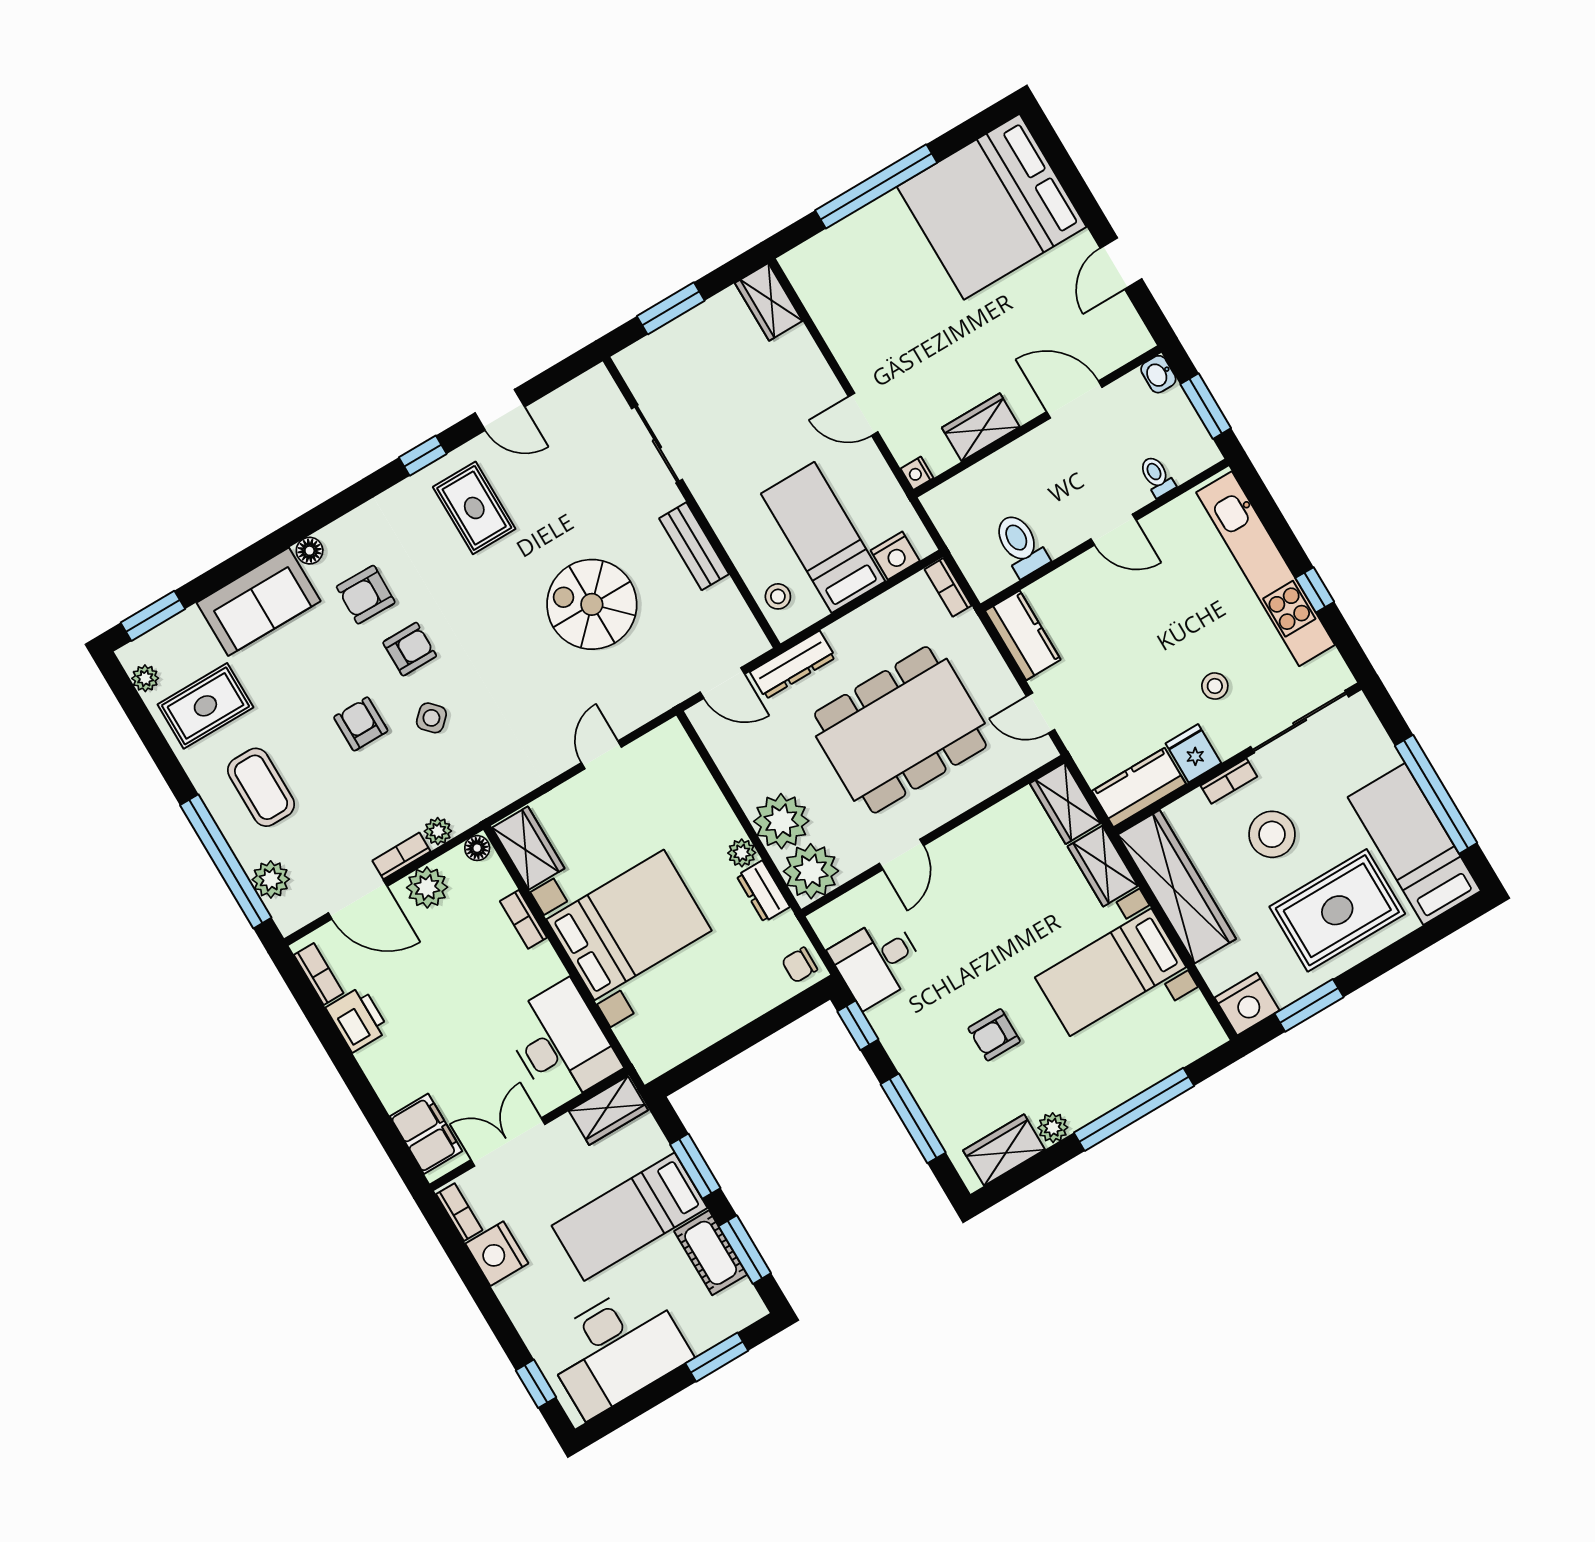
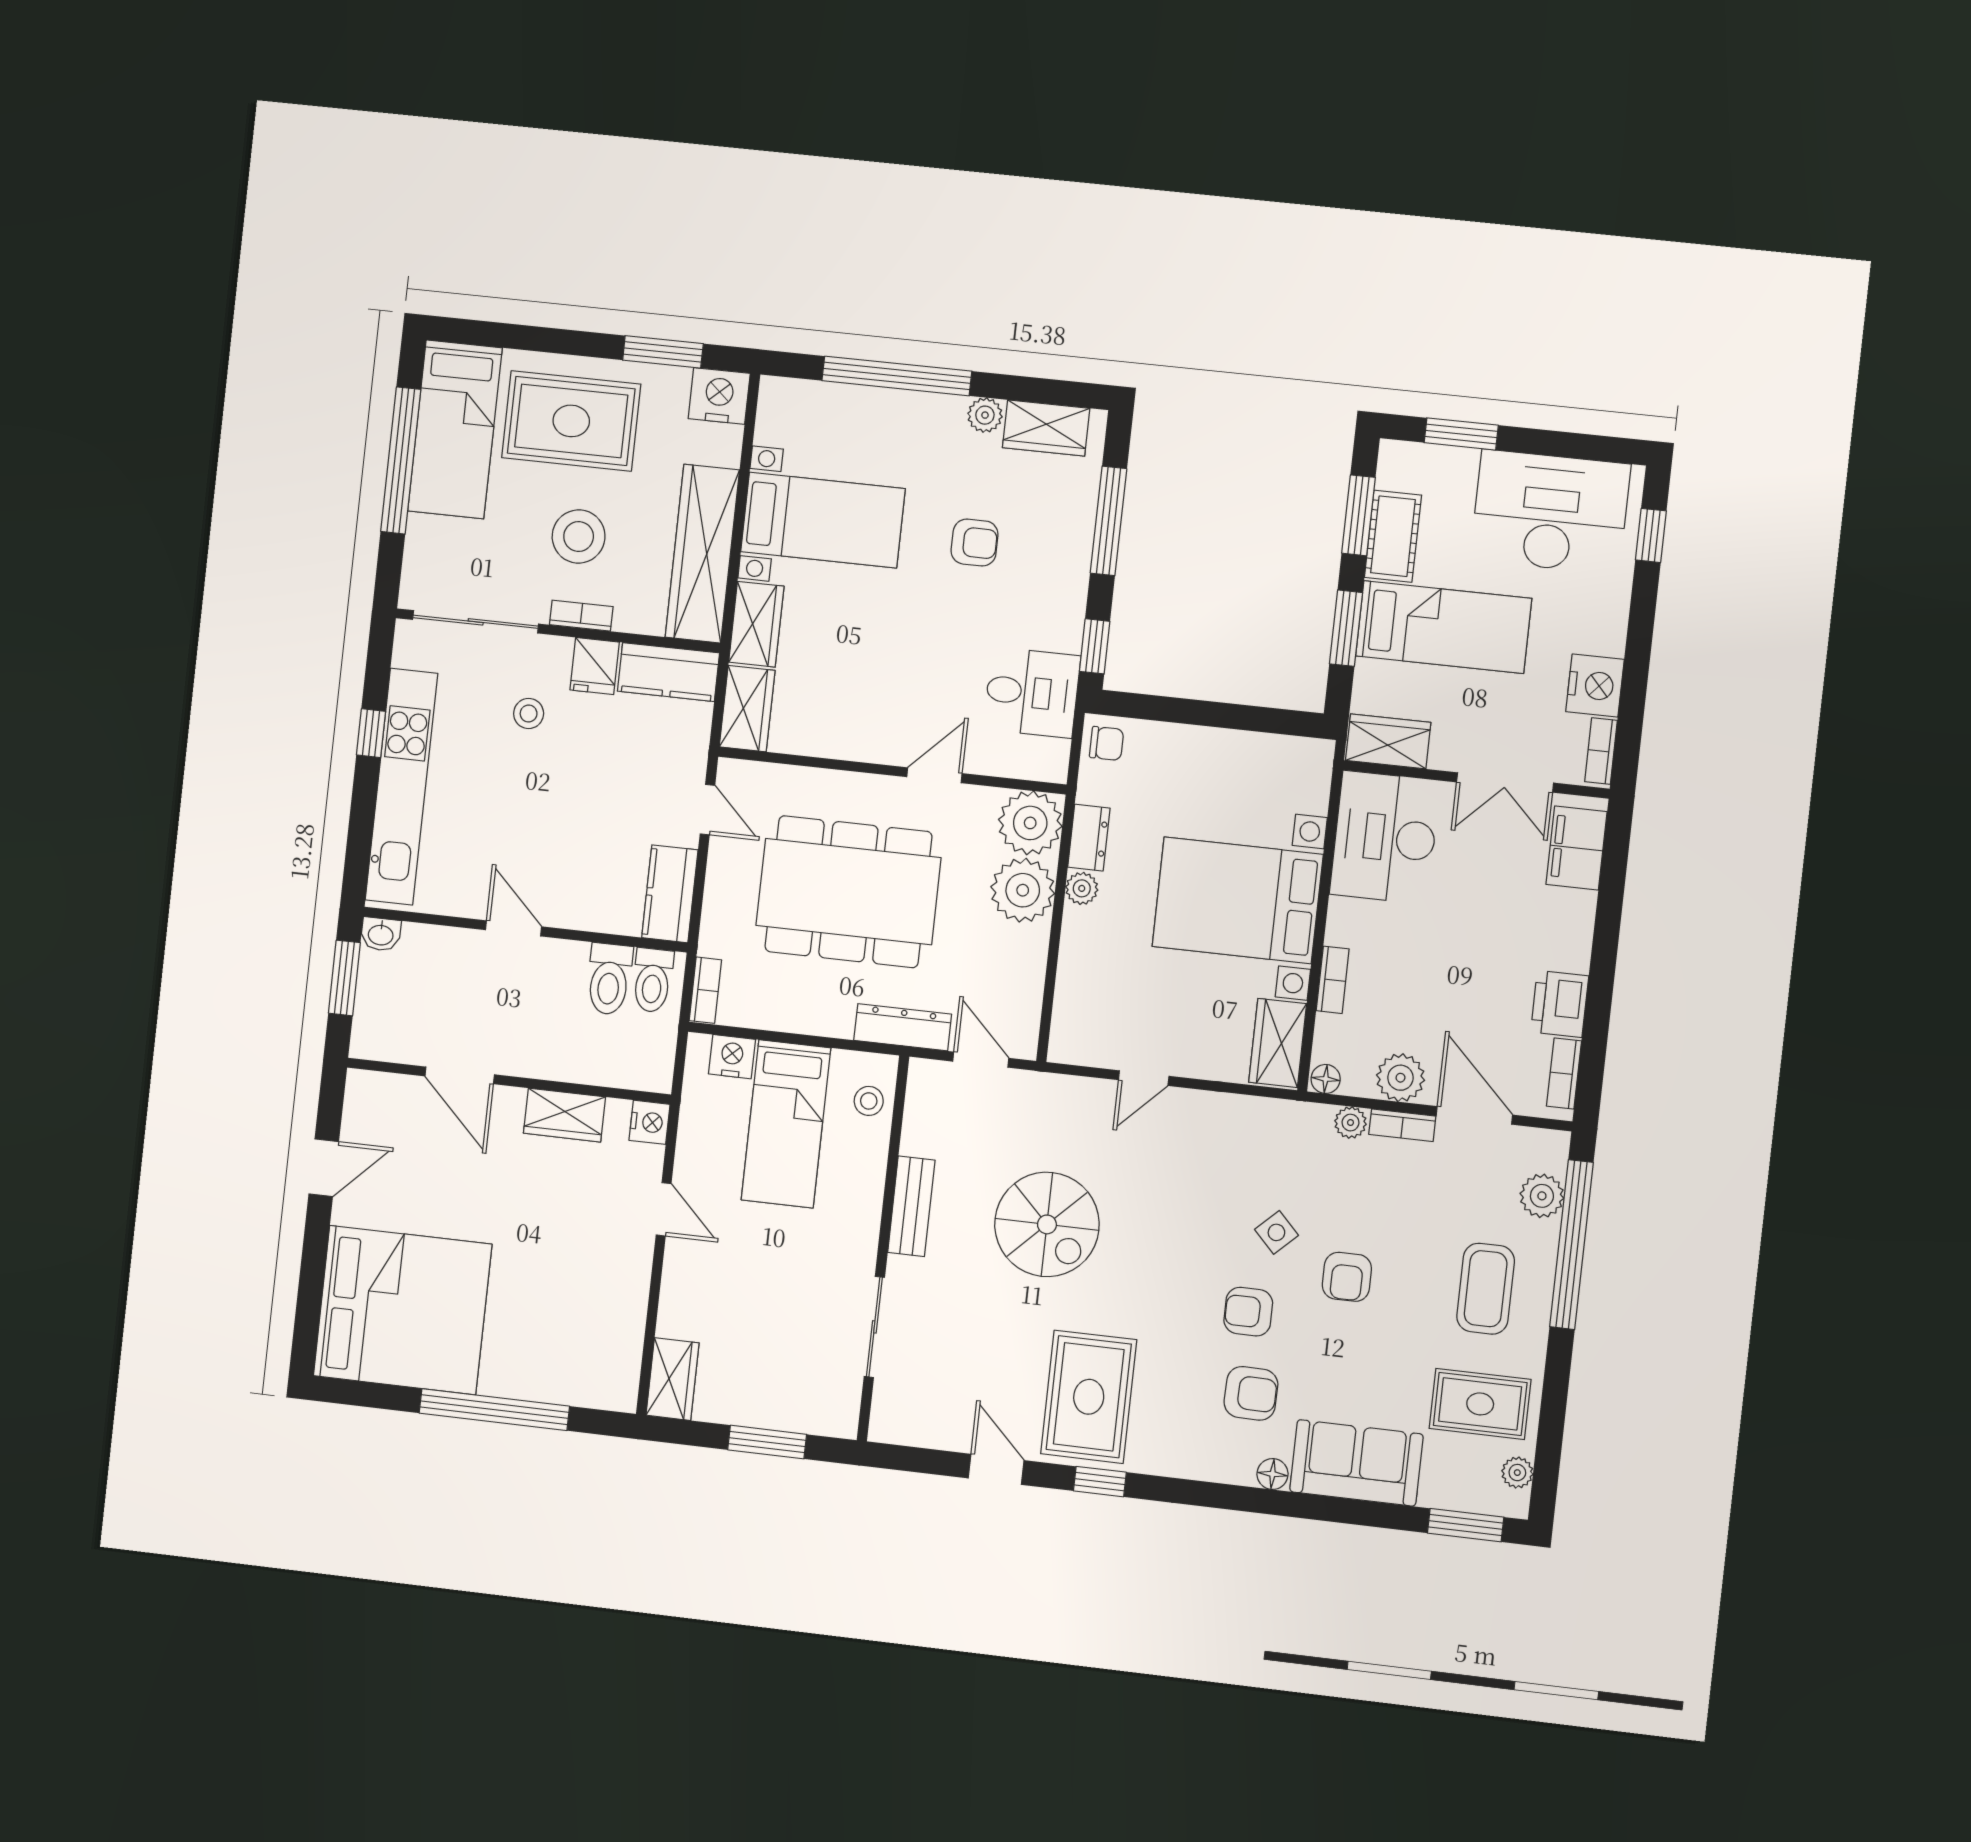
washbasin: (1158, 374) -> (381, 934), moved, turned 90
nightstand: (917, 473) -> (650, 1122), width x1.39, depth x1.35
toilet: (1157, 476) -> (652, 980), moved, width x1.37, depth x1.39
rug: (474, 508) -> (1089, 1397), width x1.36, depth x1.43

